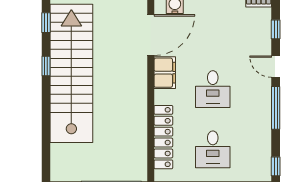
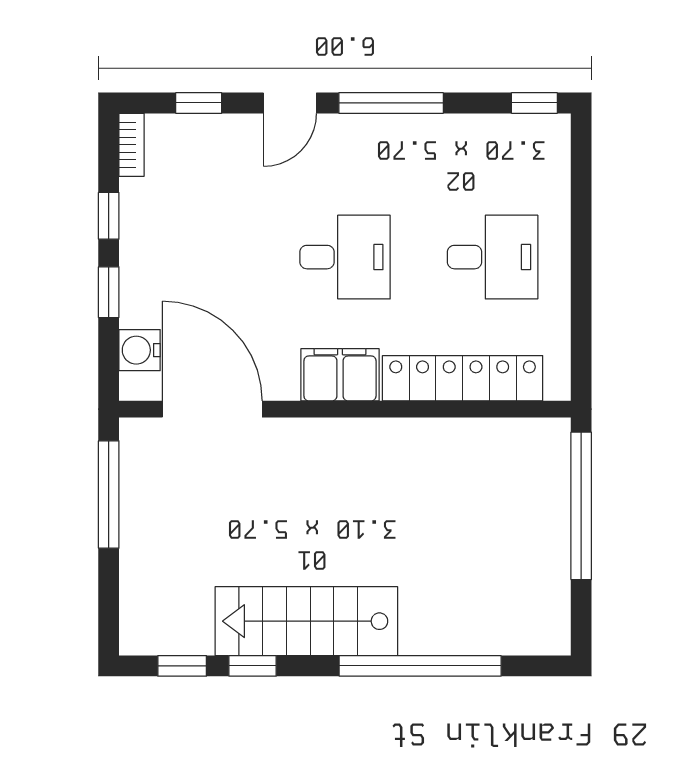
window: (46, 66) -> (253, 666), moved
stairs: (71, 73) -> (306, 621), width x0.54, depth x0.66
filing cabinet: (165, 73) -> (340, 375), moved
window: (46, 120) -> (420, 666), added

